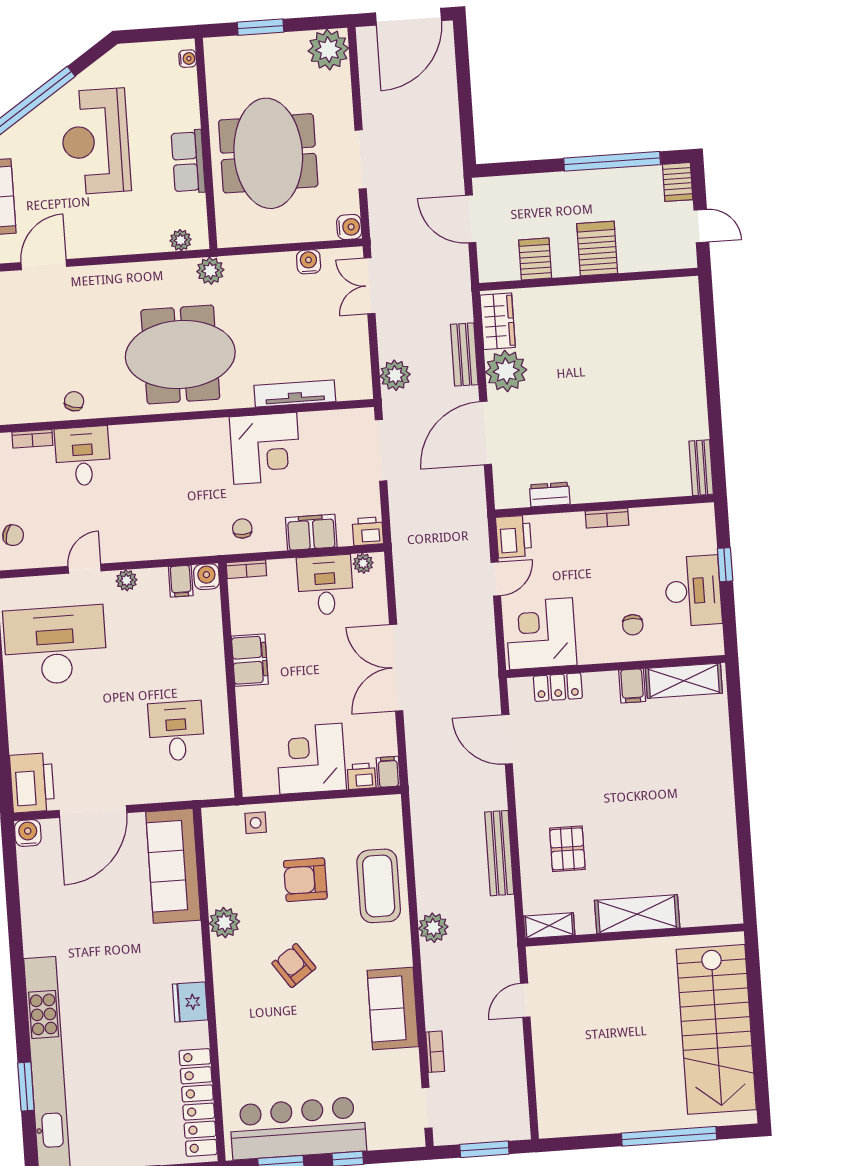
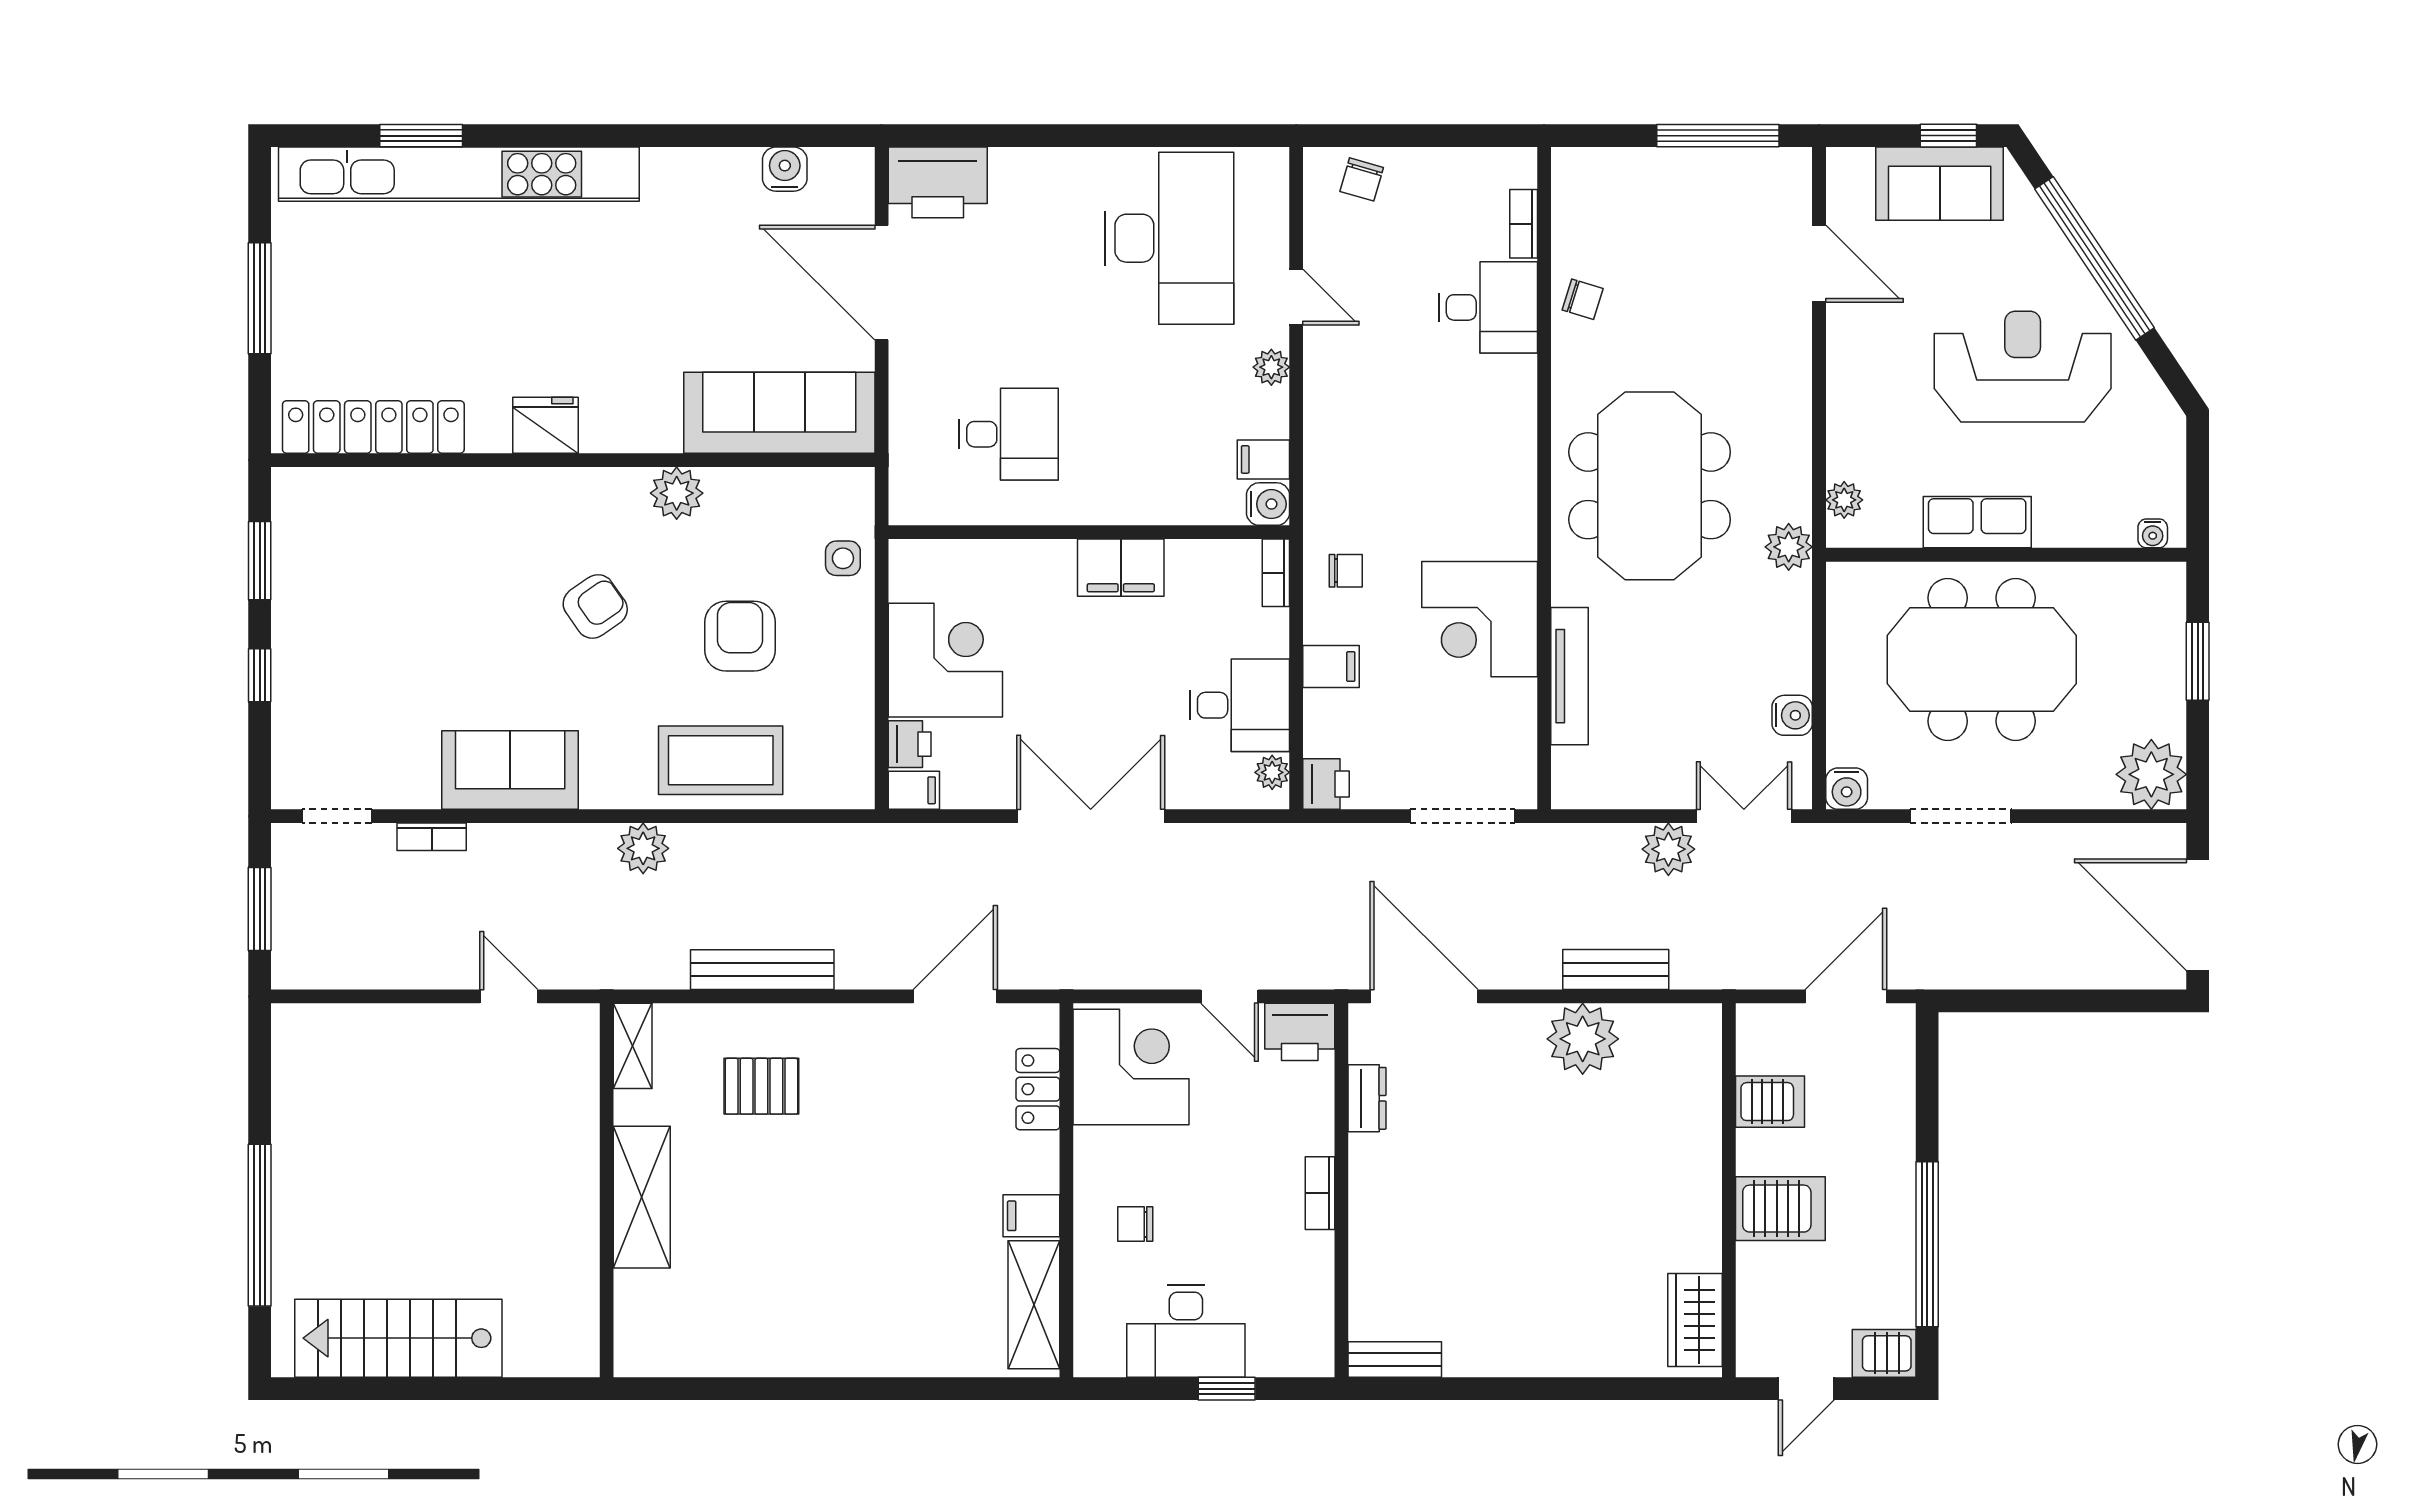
wardrobe: (498, 321) -> (1695, 1320), moved, turned 90
plant: (395, 375) -> (1668, 849), moved
door: (486, 433) -> (1424, 996), moved
filing cabinet: (311, 532) -> (1331, 667), width x0.50
water cooler: (28, 833) -> (785, 169), moved, turned -90
stairs: (716, 1029) -> (398, 1338), width x0.73, depth x0.66
bar counter: (298, 1128) -> (318, 594), removed

